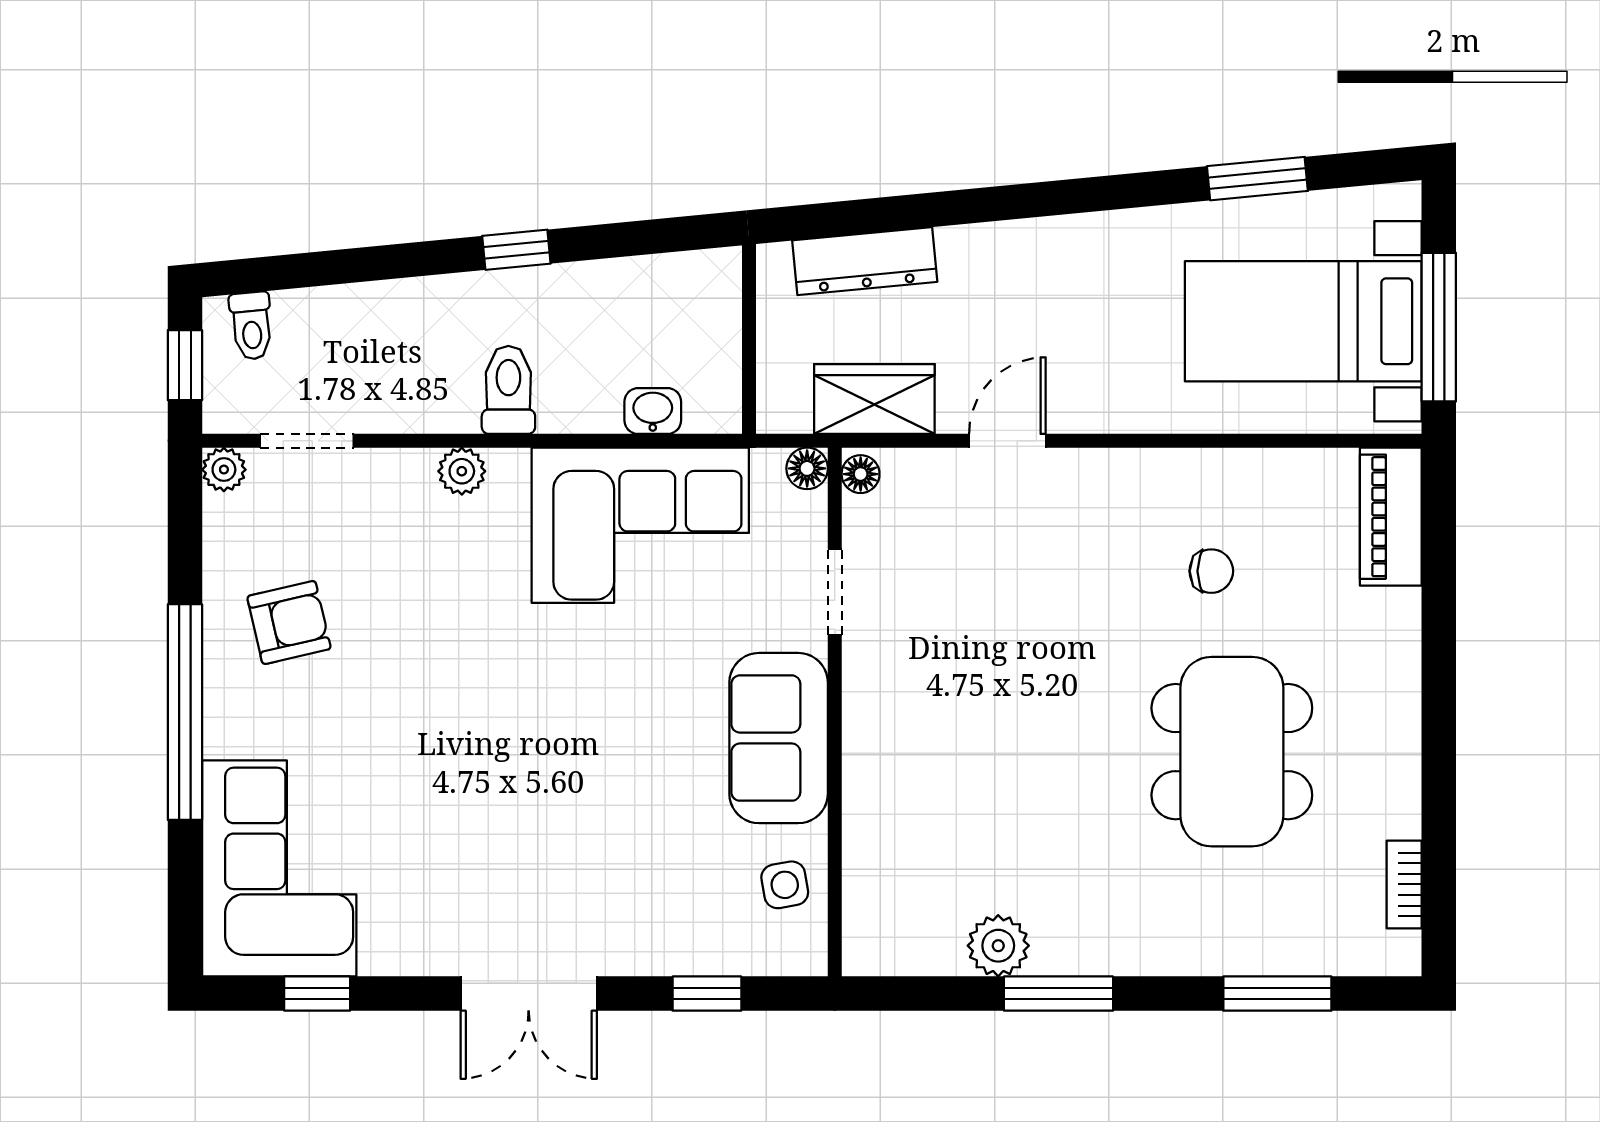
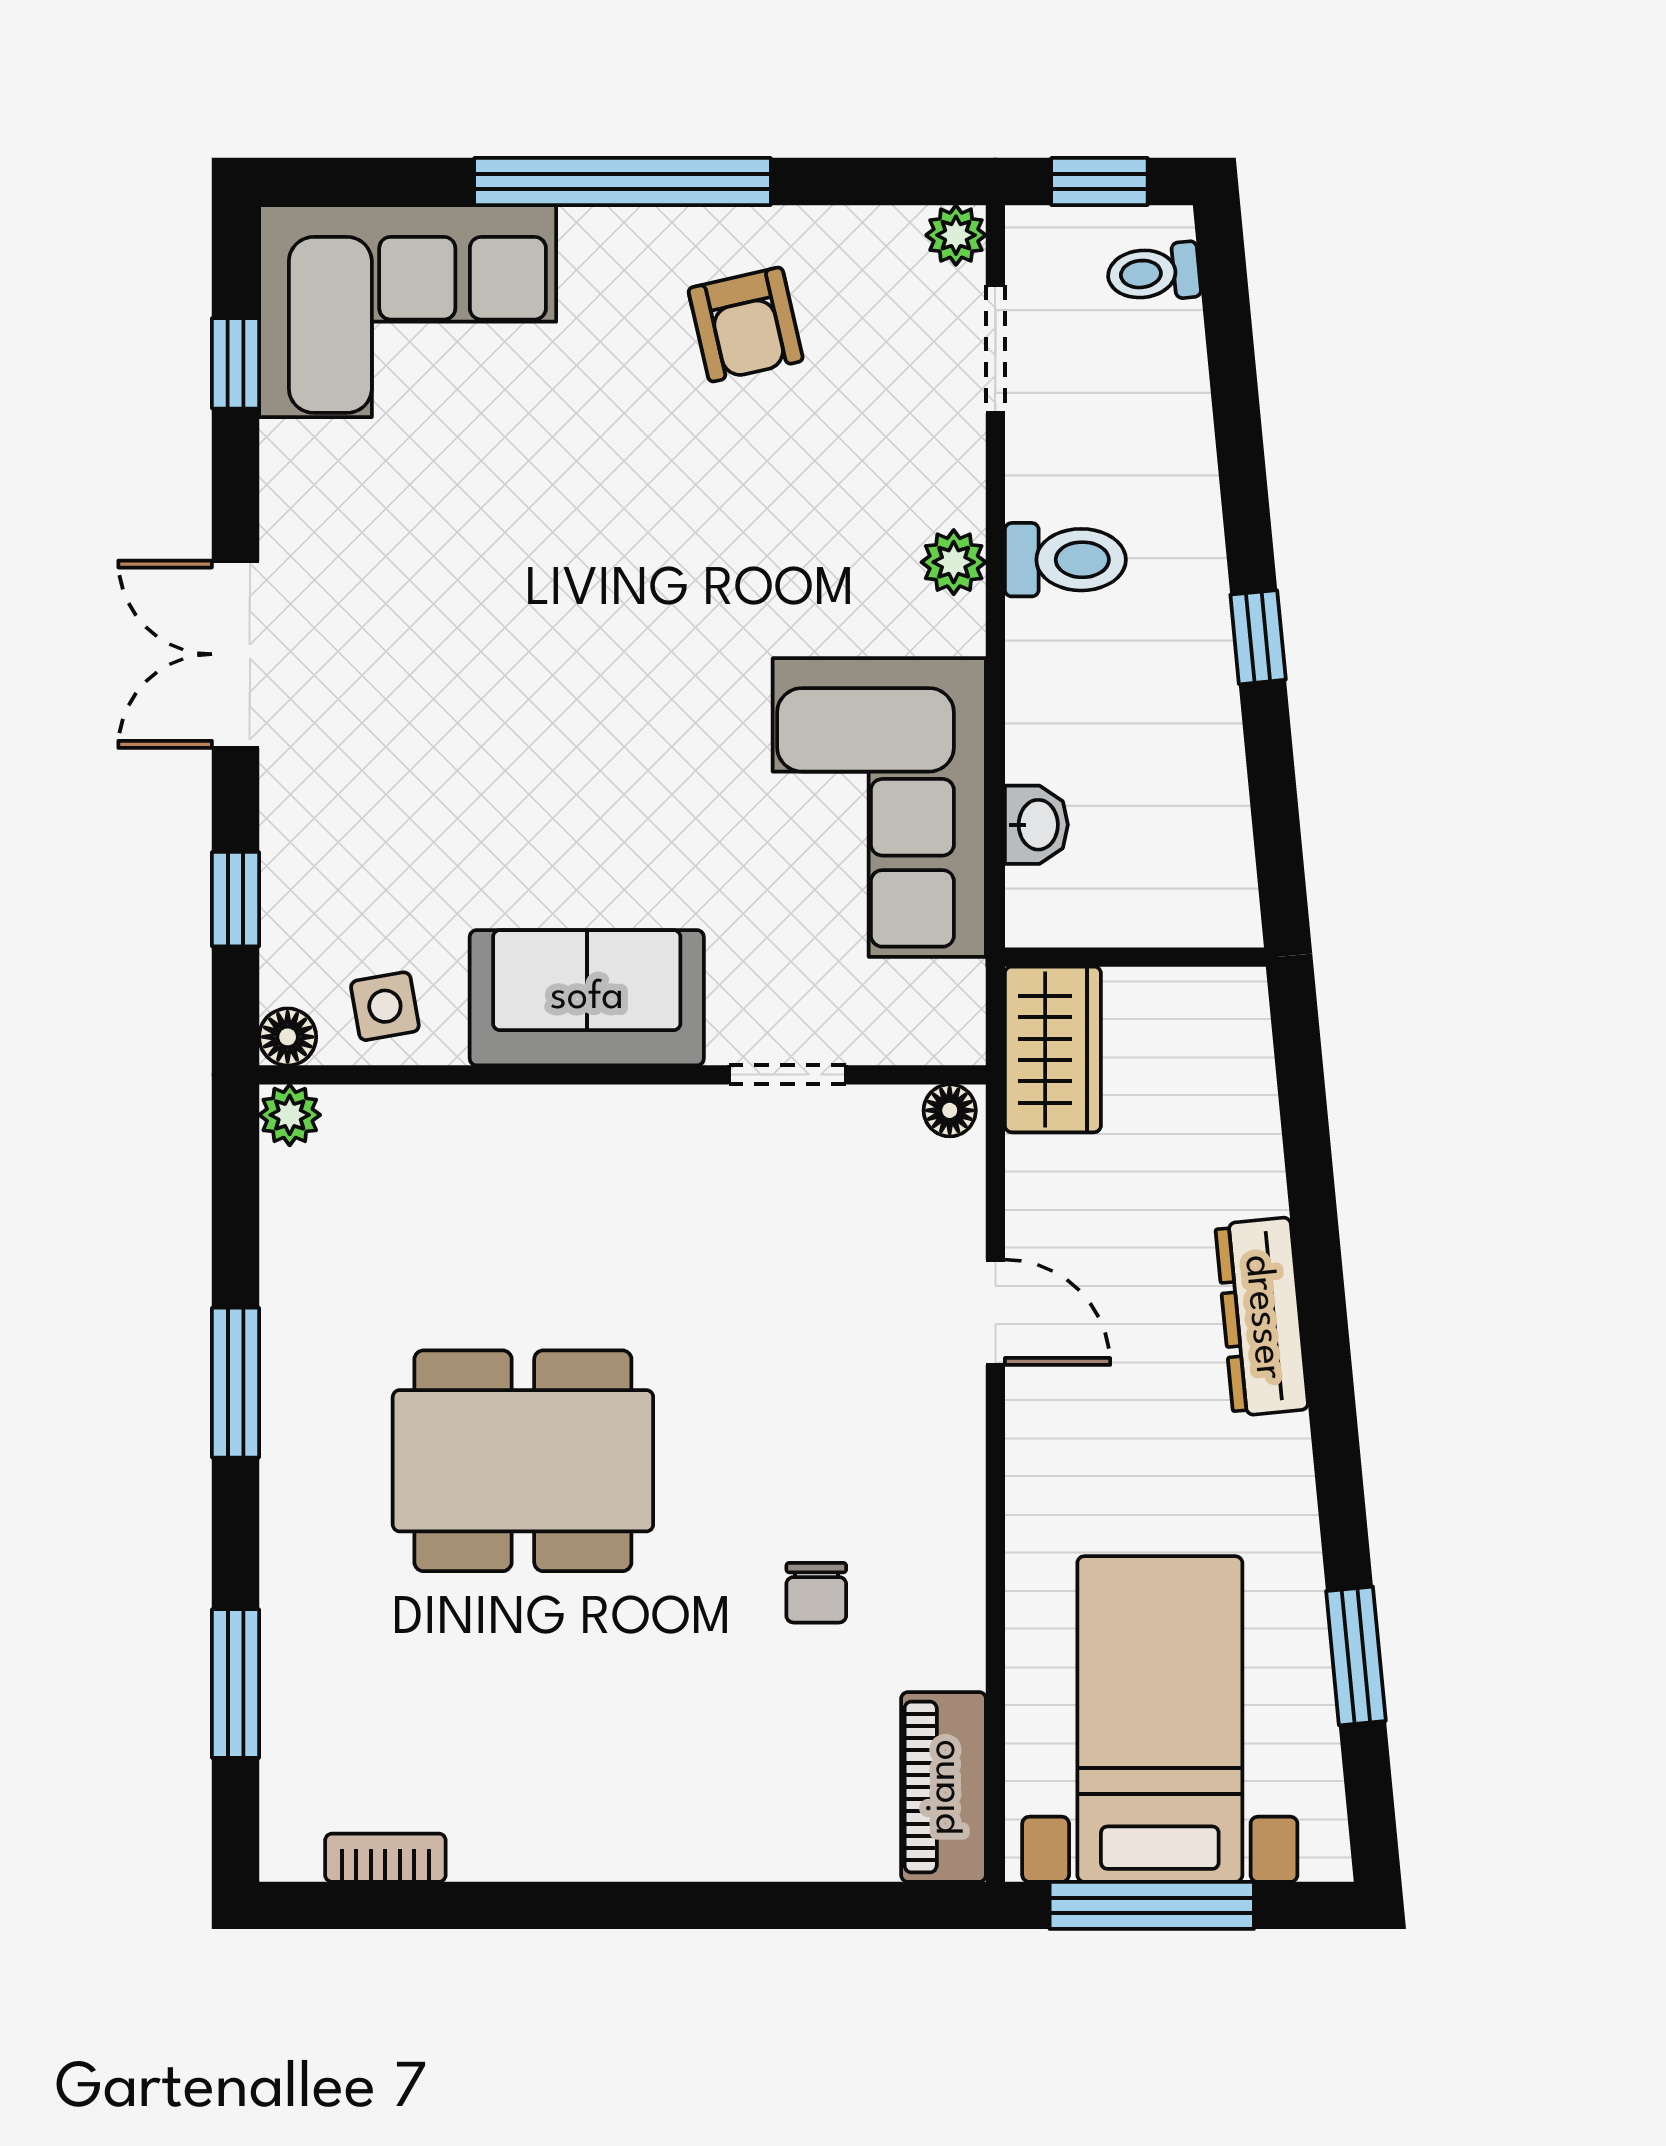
dresser: (865, 261) -> (1262, 1317), moved
toilet: (508, 390) -> (1065, 560), moved
wardrobe: (874, 399) -> (1053, 1049), moved
floor lamp: (807, 468) -> (288, 1037), moved
piano: (1391, 517) -> (944, 1787), moved, turned -90
dining table: (1232, 752) -> (523, 1461), moved
plant: (998, 946) -> (290, 1115), moved, width x0.73, depth x0.73

